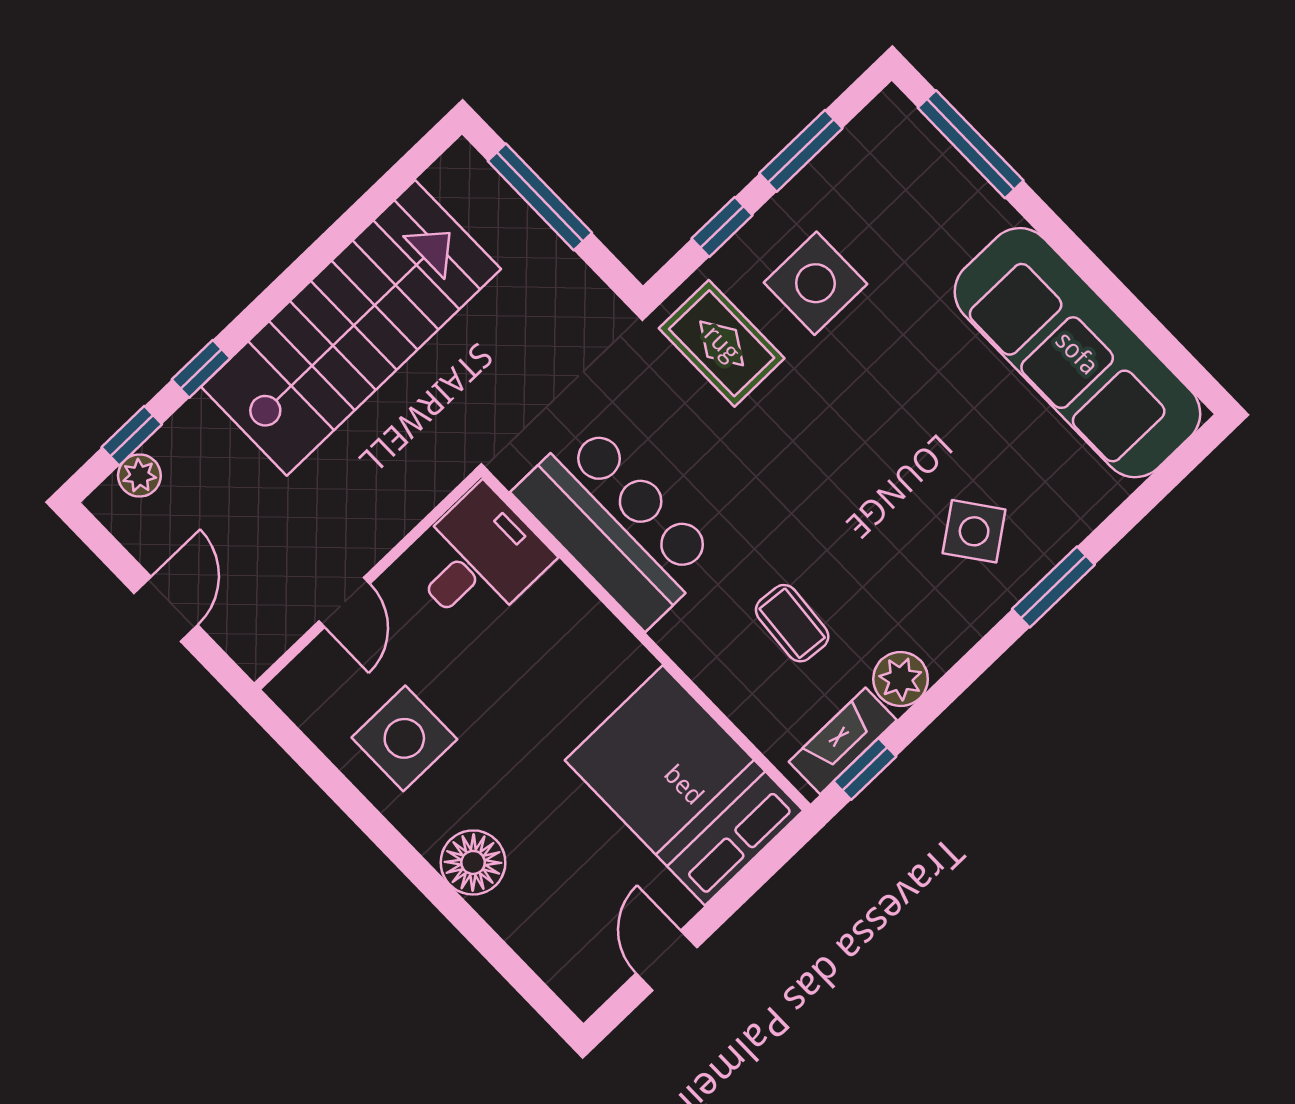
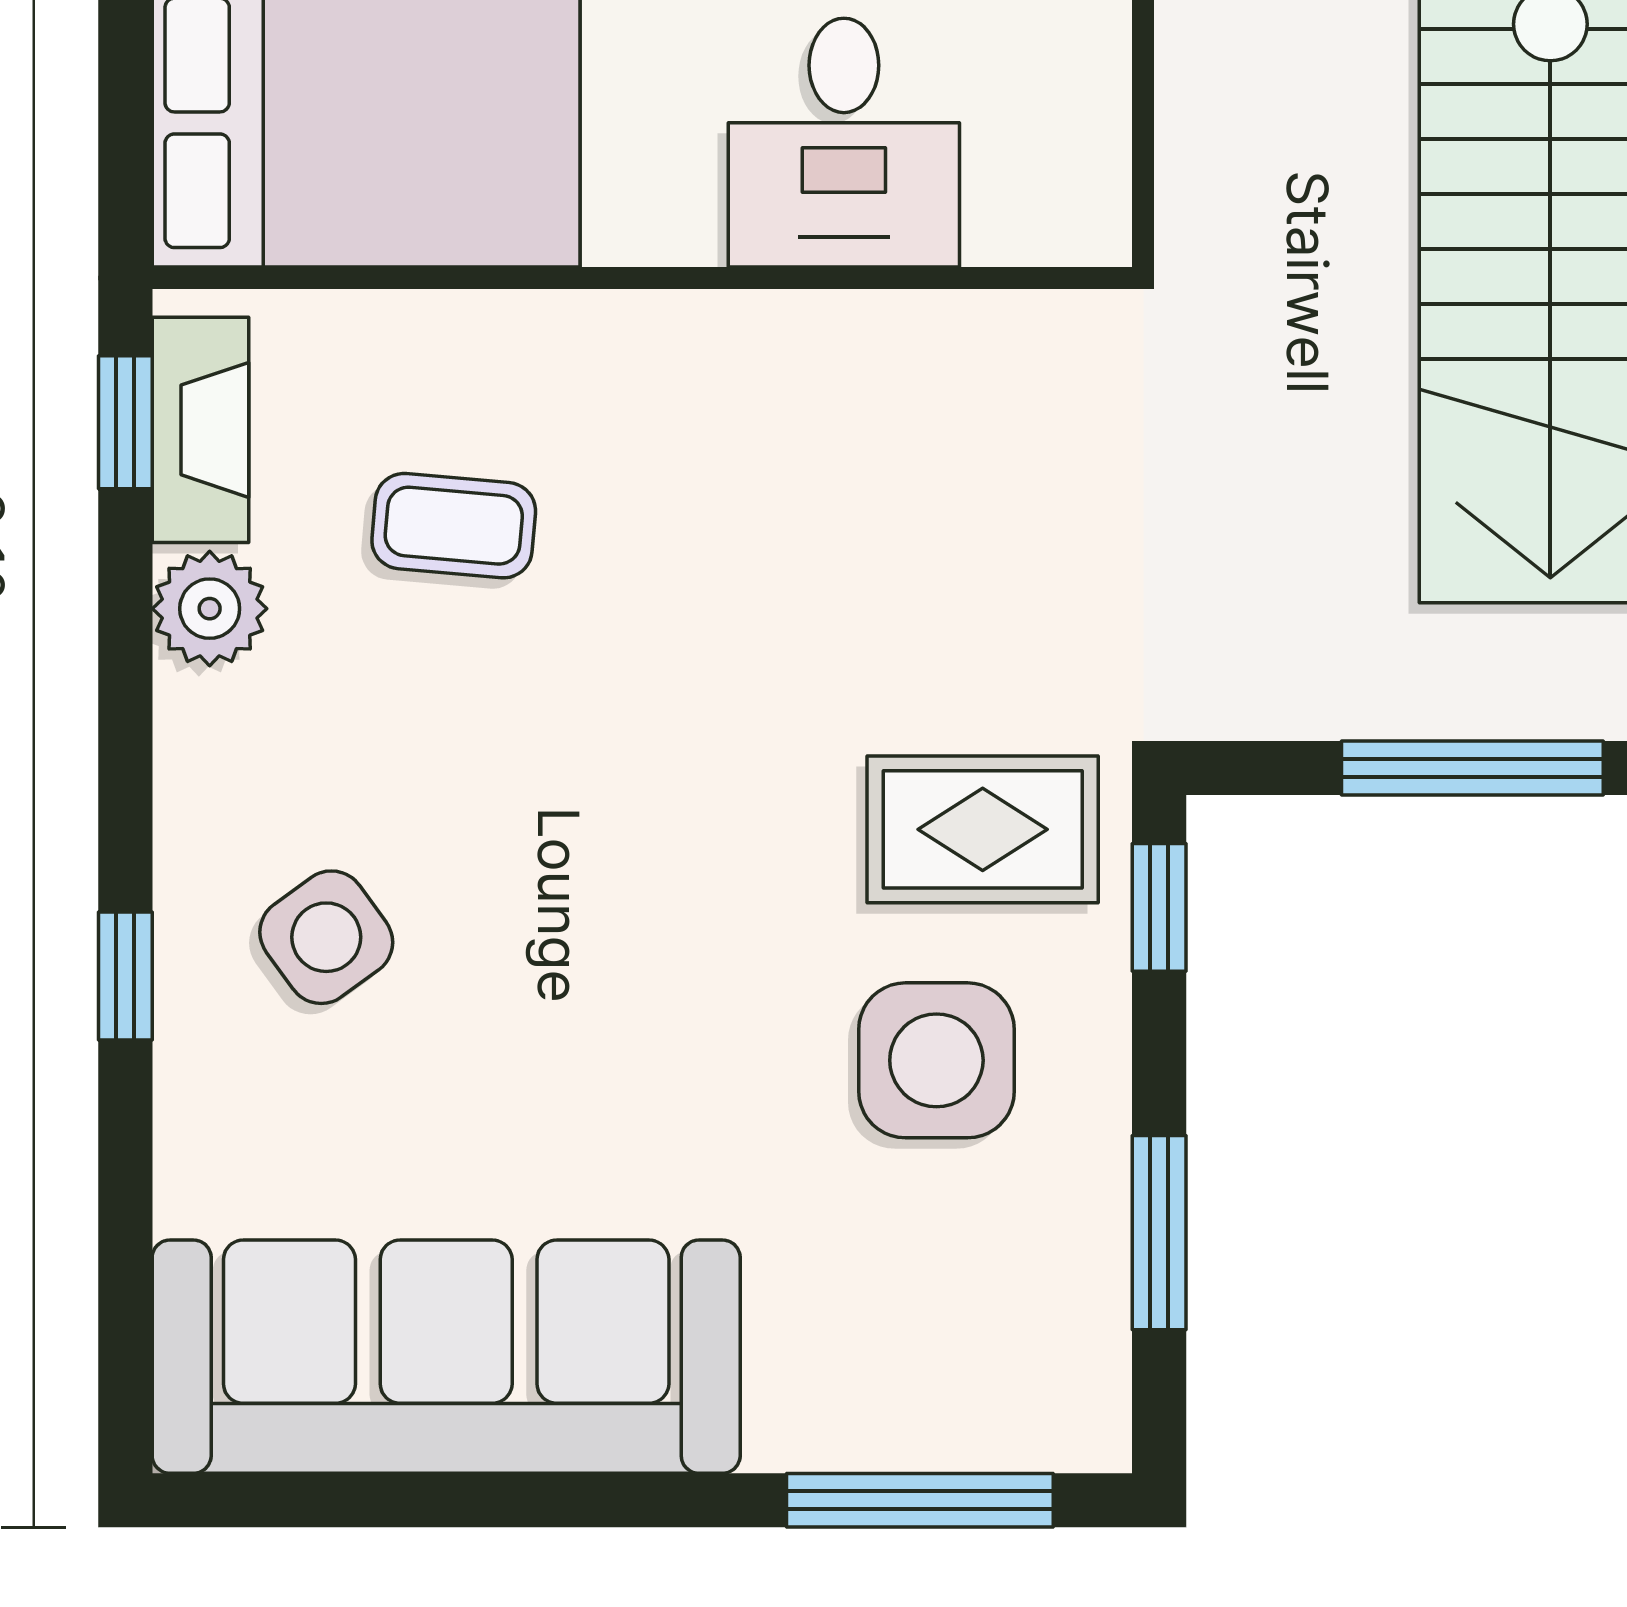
window: (722, 227) -> (1159, 907), moved
bar counter: (616, 525) -> (862, 403), removed
desk: (478, 559) -> (844, 143), moved
window: (1053, 587) -> (125, 976), width x0.67

